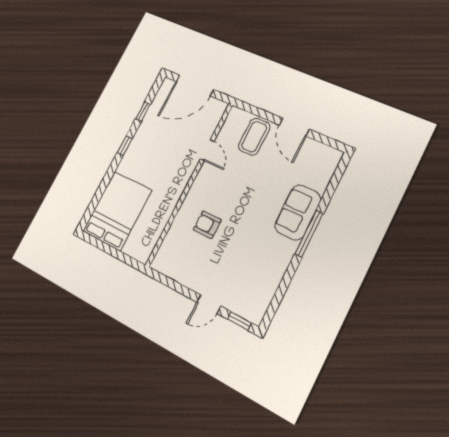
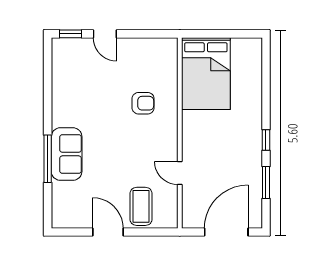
window: (143, 112) -> (266, 182), width x1.50
bed: (117, 211) -> (206, 74), moved
window: (309, 234) -> (48, 159), moved
door: (209, 304) -> (105, 34), swing flipped

